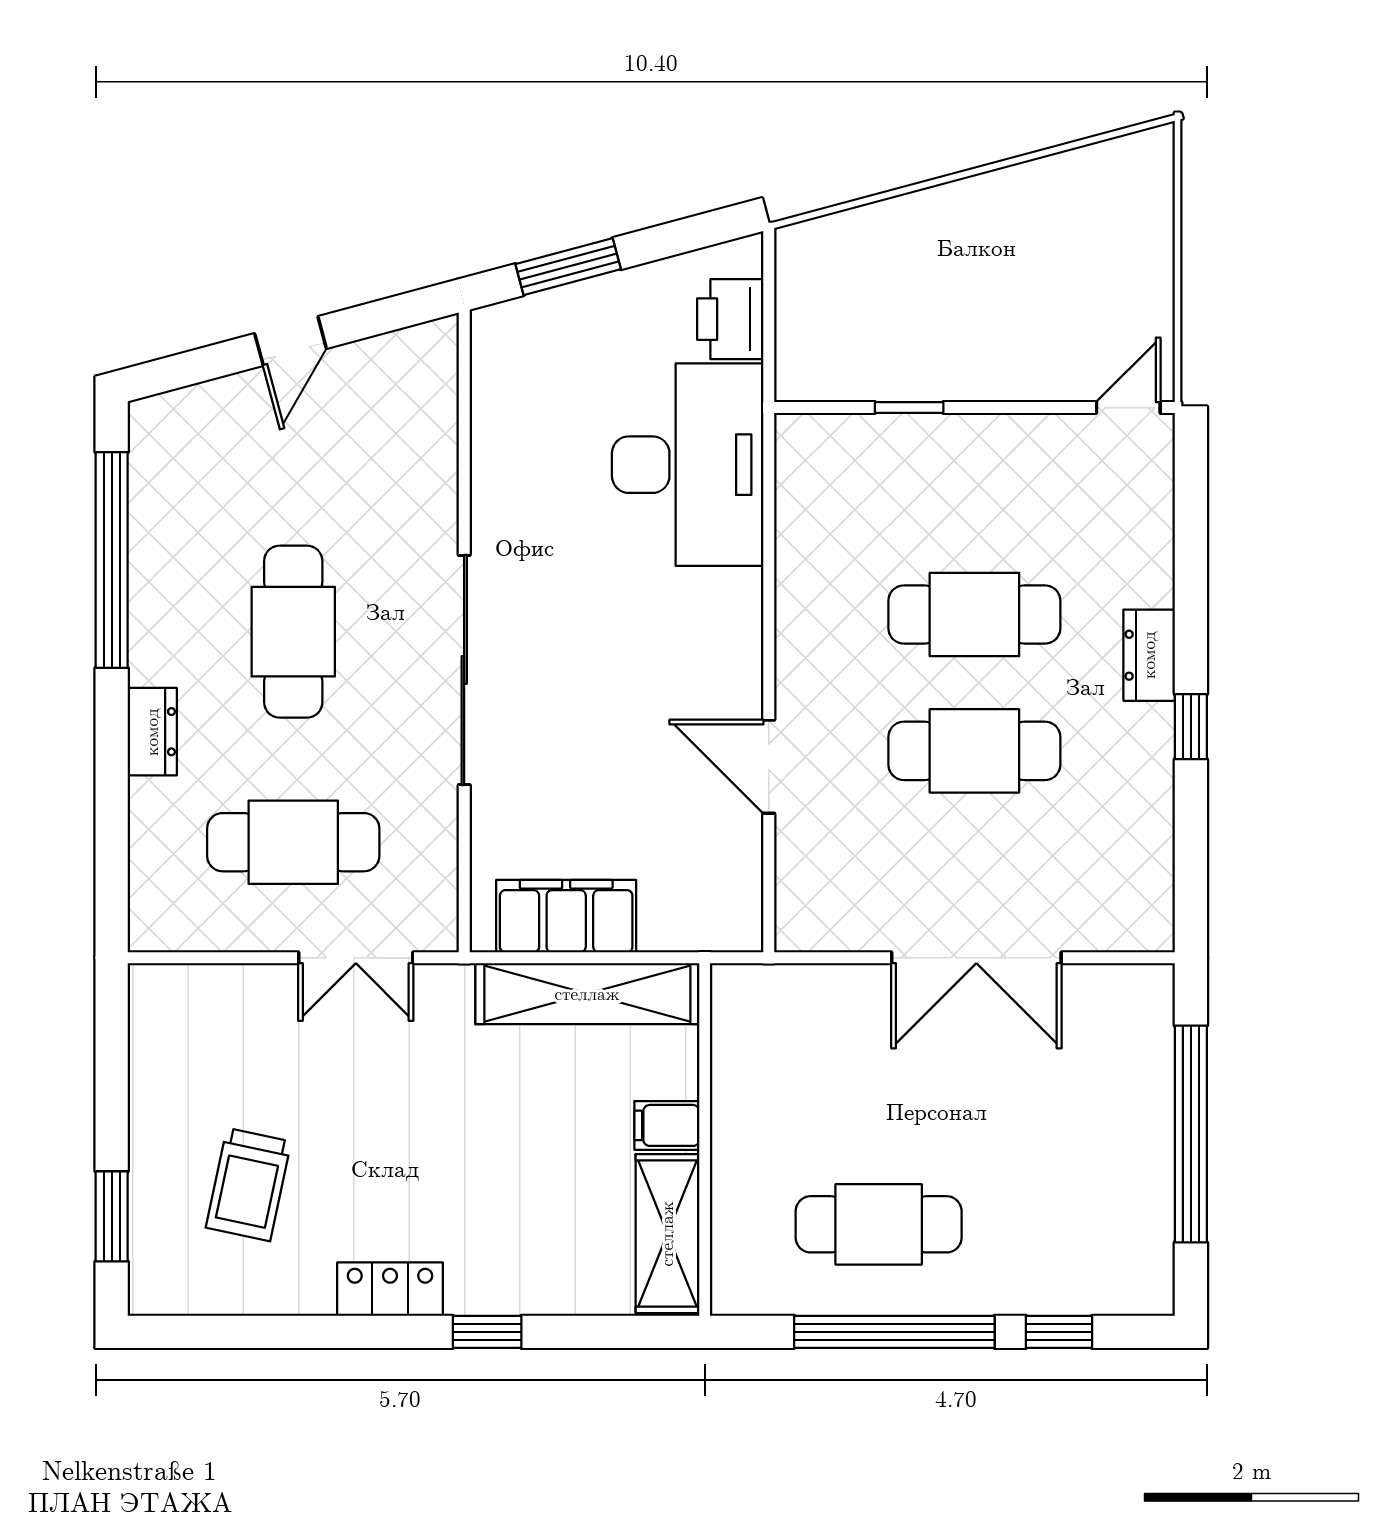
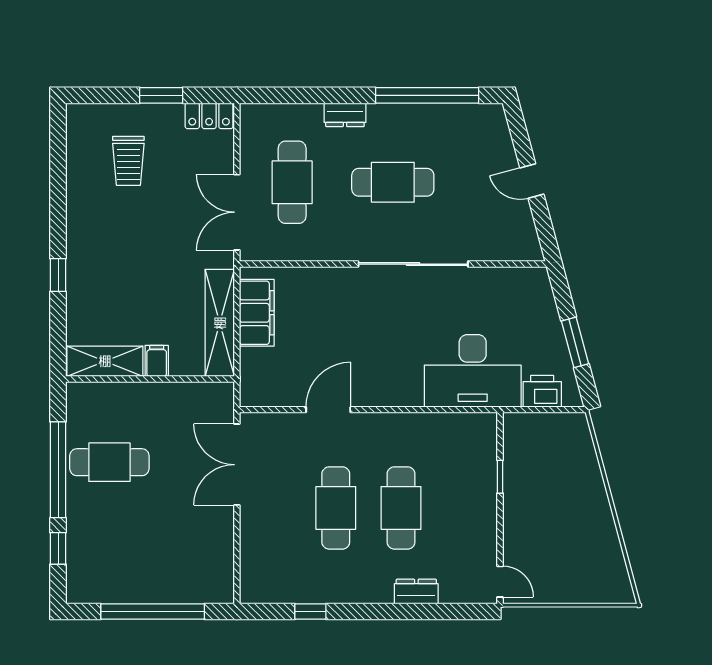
window: (568, 267) -> (575, 342), moved
dresser: (1149, 655) -> (416, 592), moved
sliding door: (464, 670) -> (413, 264), moved
window: (1191, 727) -> (310, 611), moved
double door: (356, 958) -> (237, 212), width x1.37
double door: (976, 958) -> (237, 465), moved
trolley: (248, 1185) -> (128, 161), turned -102
window: (112, 1216) -> (161, 95), moved
cafe table: (879, 1224) -> (109, 462), turned 90
locker: (390, 1289) -> (209, 116), moved, turned 90

